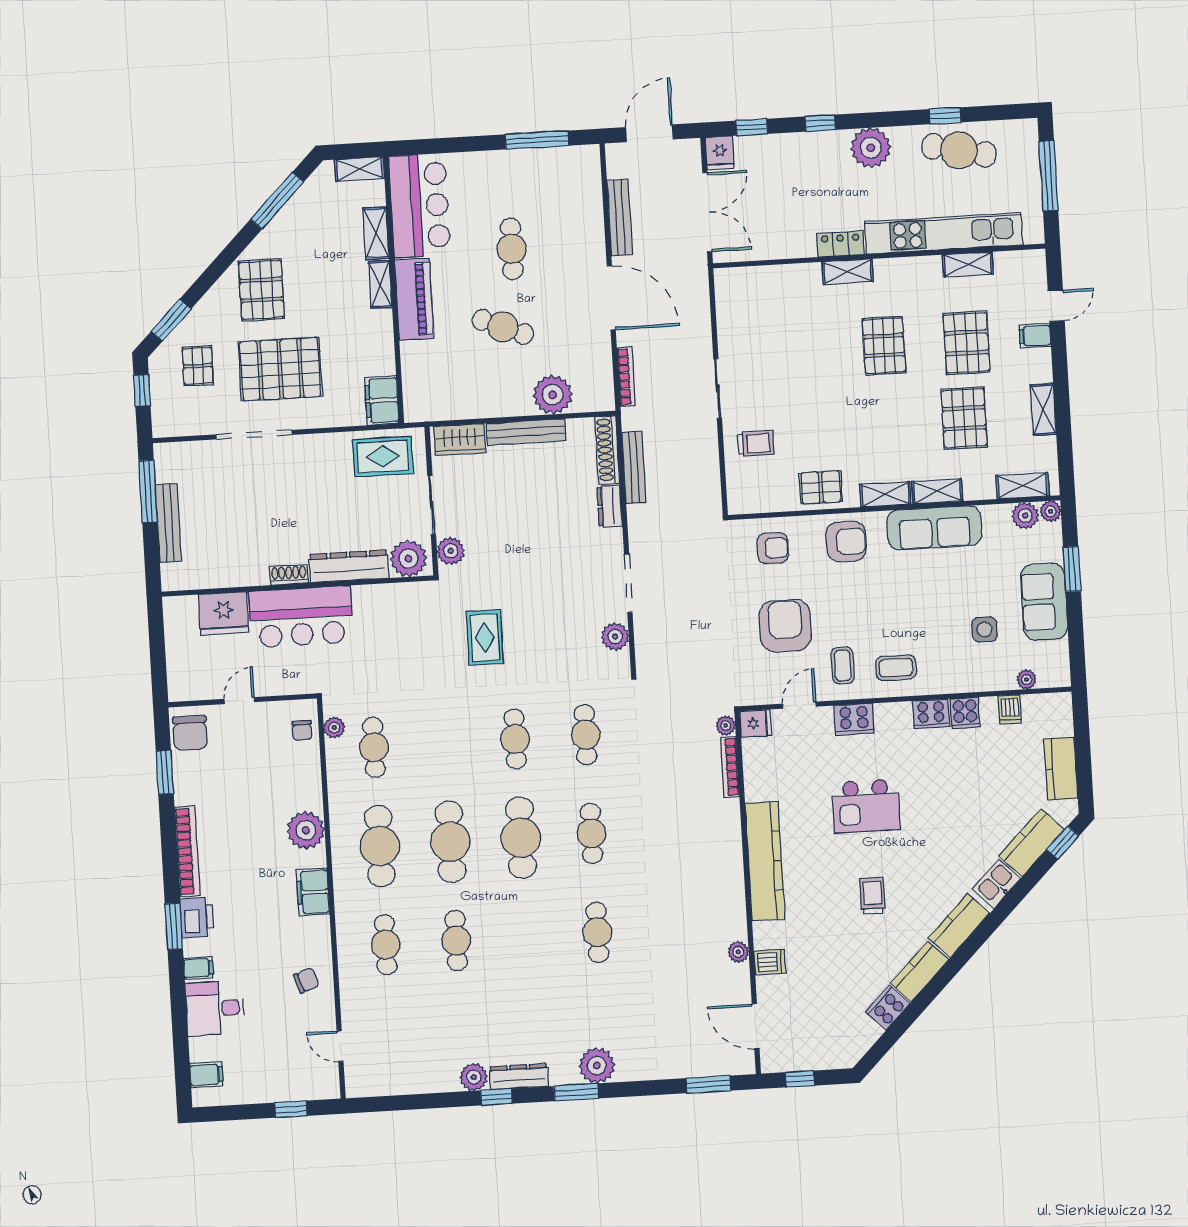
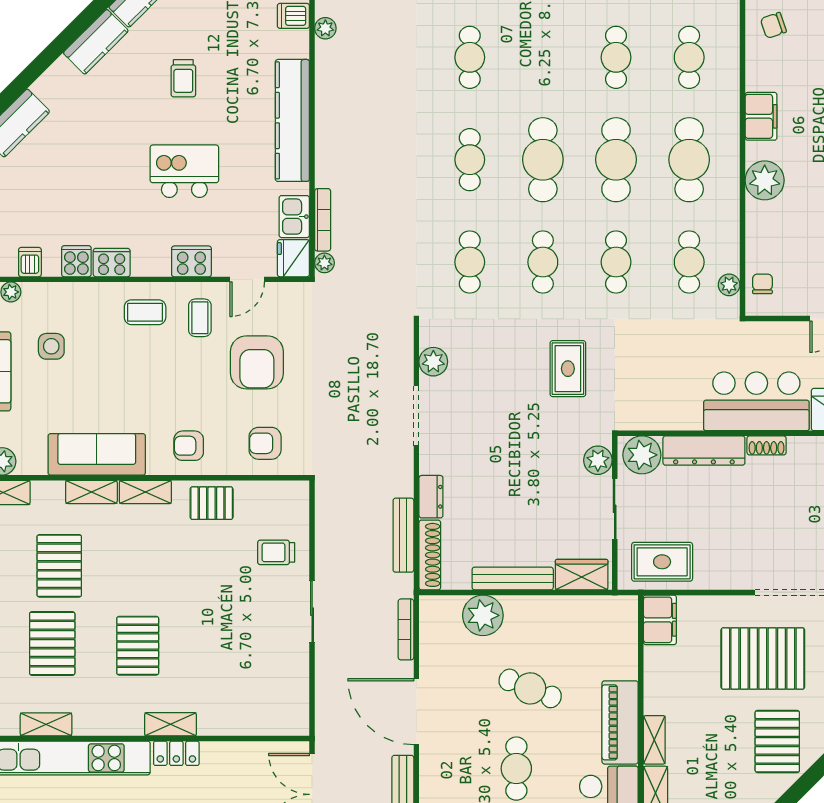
armchair: (846, 541) -> (189, 446), width x0.72, depth x0.72
fridge: (756, 723) -> (293, 258), width x1.38
cafe table: (445, 743) -> (616, 262), added
kitchen sink: (997, 884) -> (294, 217), moved, turned 135

